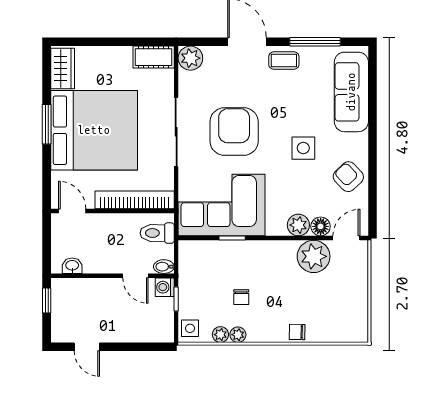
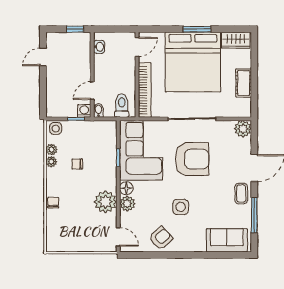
cot: (154, 57) -> (244, 83), moved
sofa: (351, 92) -> (227, 240), width x0.73
floor lamp: (321, 226) -> (126, 188), moved
plant: (314, 256) -> (105, 202), moved

